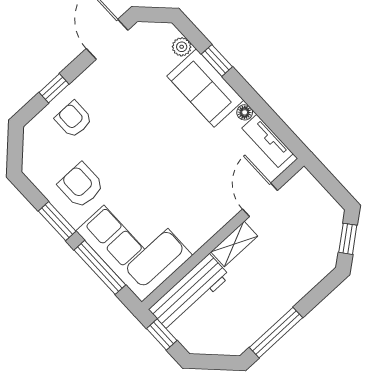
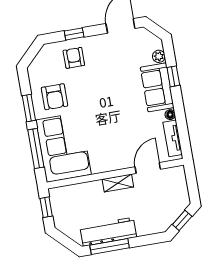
armchair: (81, 185) -> (55, 97), turned 180
workbench: (189, 293) -> (108, 232), moved, turned 180

